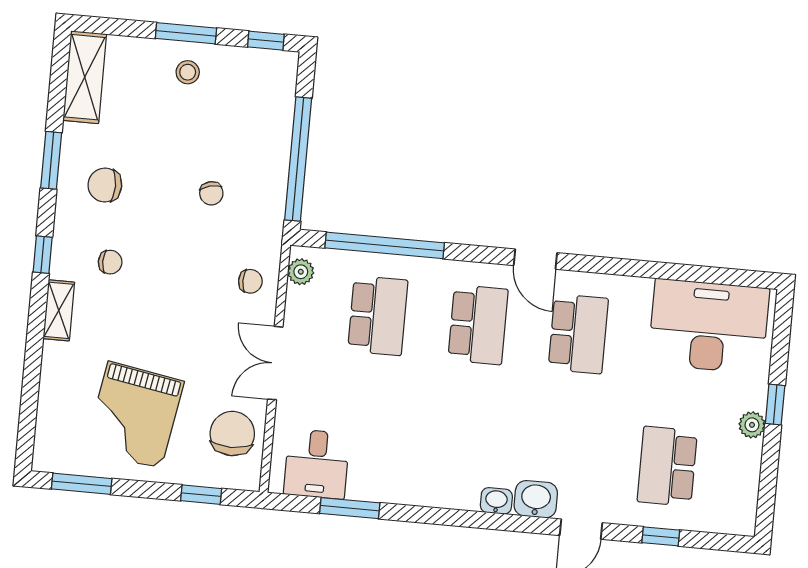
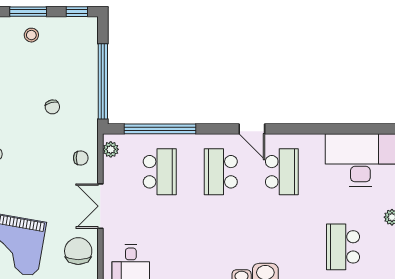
school desk: (478, 325) -> (221, 172), turned 180

